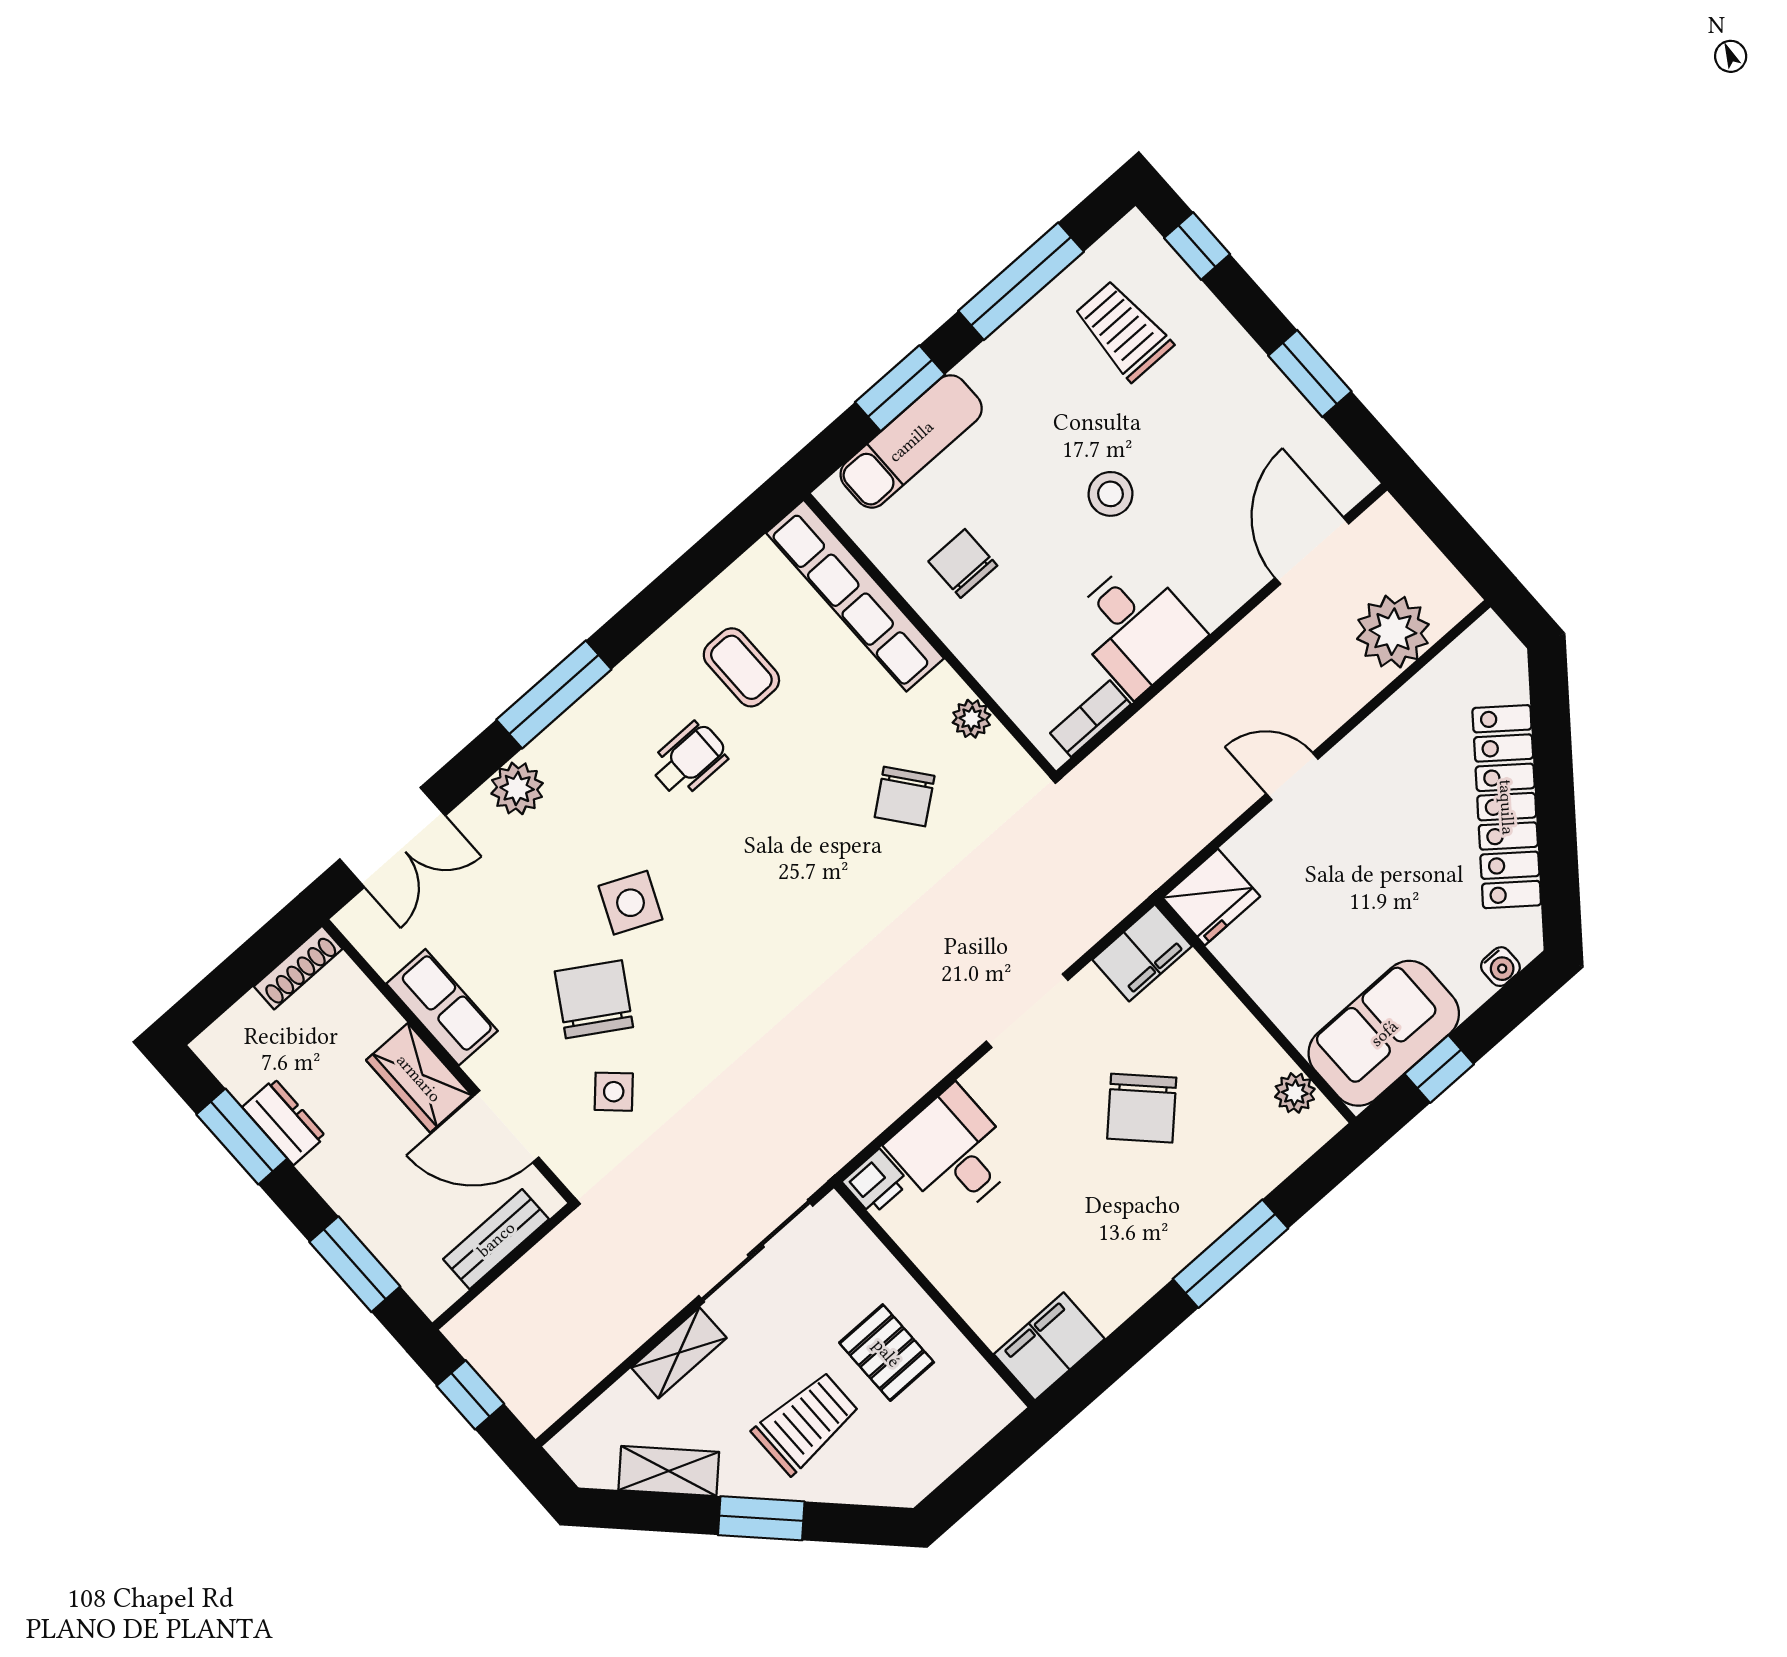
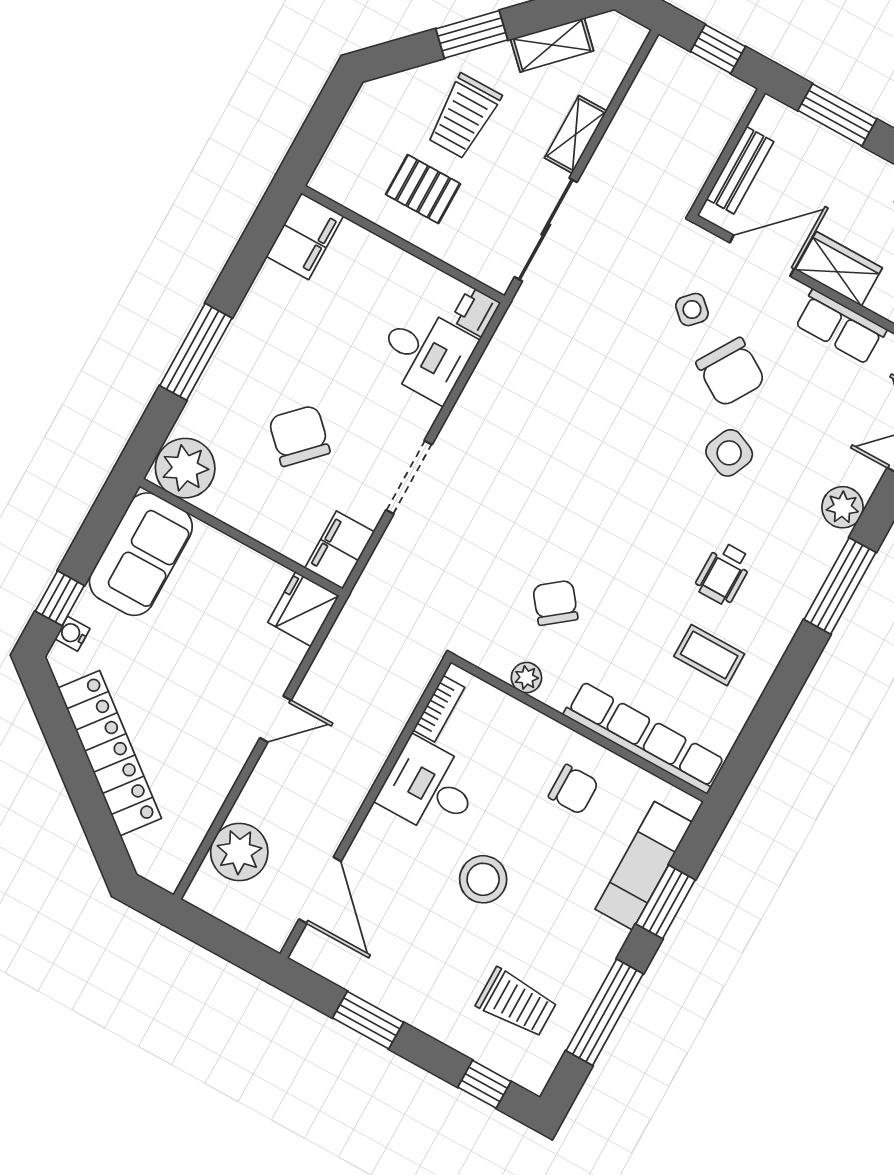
stool: (1110, 494) -> (483, 879), width x1.38, depth x1.38
window: (1439, 1069) -> (60, 598), moved
plant: (1295, 1093) -> (185, 468), width x1.88, depth x1.88

